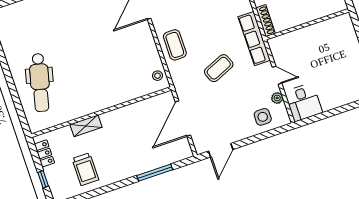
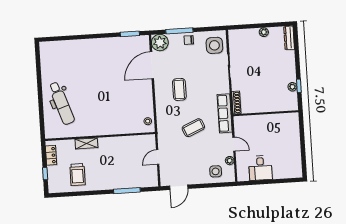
coffee table: (175, 45) -> (179, 89), moved
dental chair: (40, 83) -> (62, 103), turned -33
desk: (303, 102) -> (260, 168), moved
door: (183, 119) -> (158, 157), width x0.53

